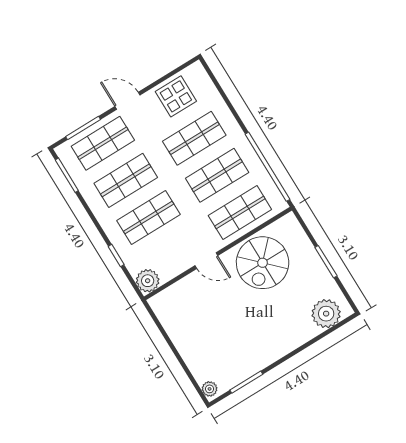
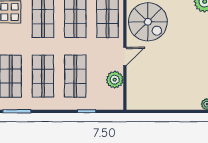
plant: (148, 281) -> (115, 80), moved

